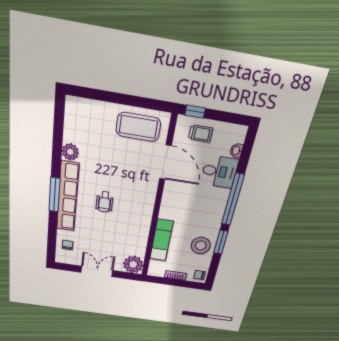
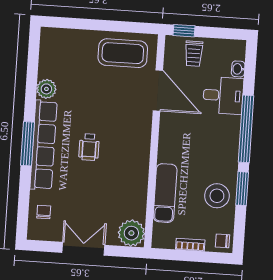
trolley: (200, 133) -> (194, 54), turned 90

